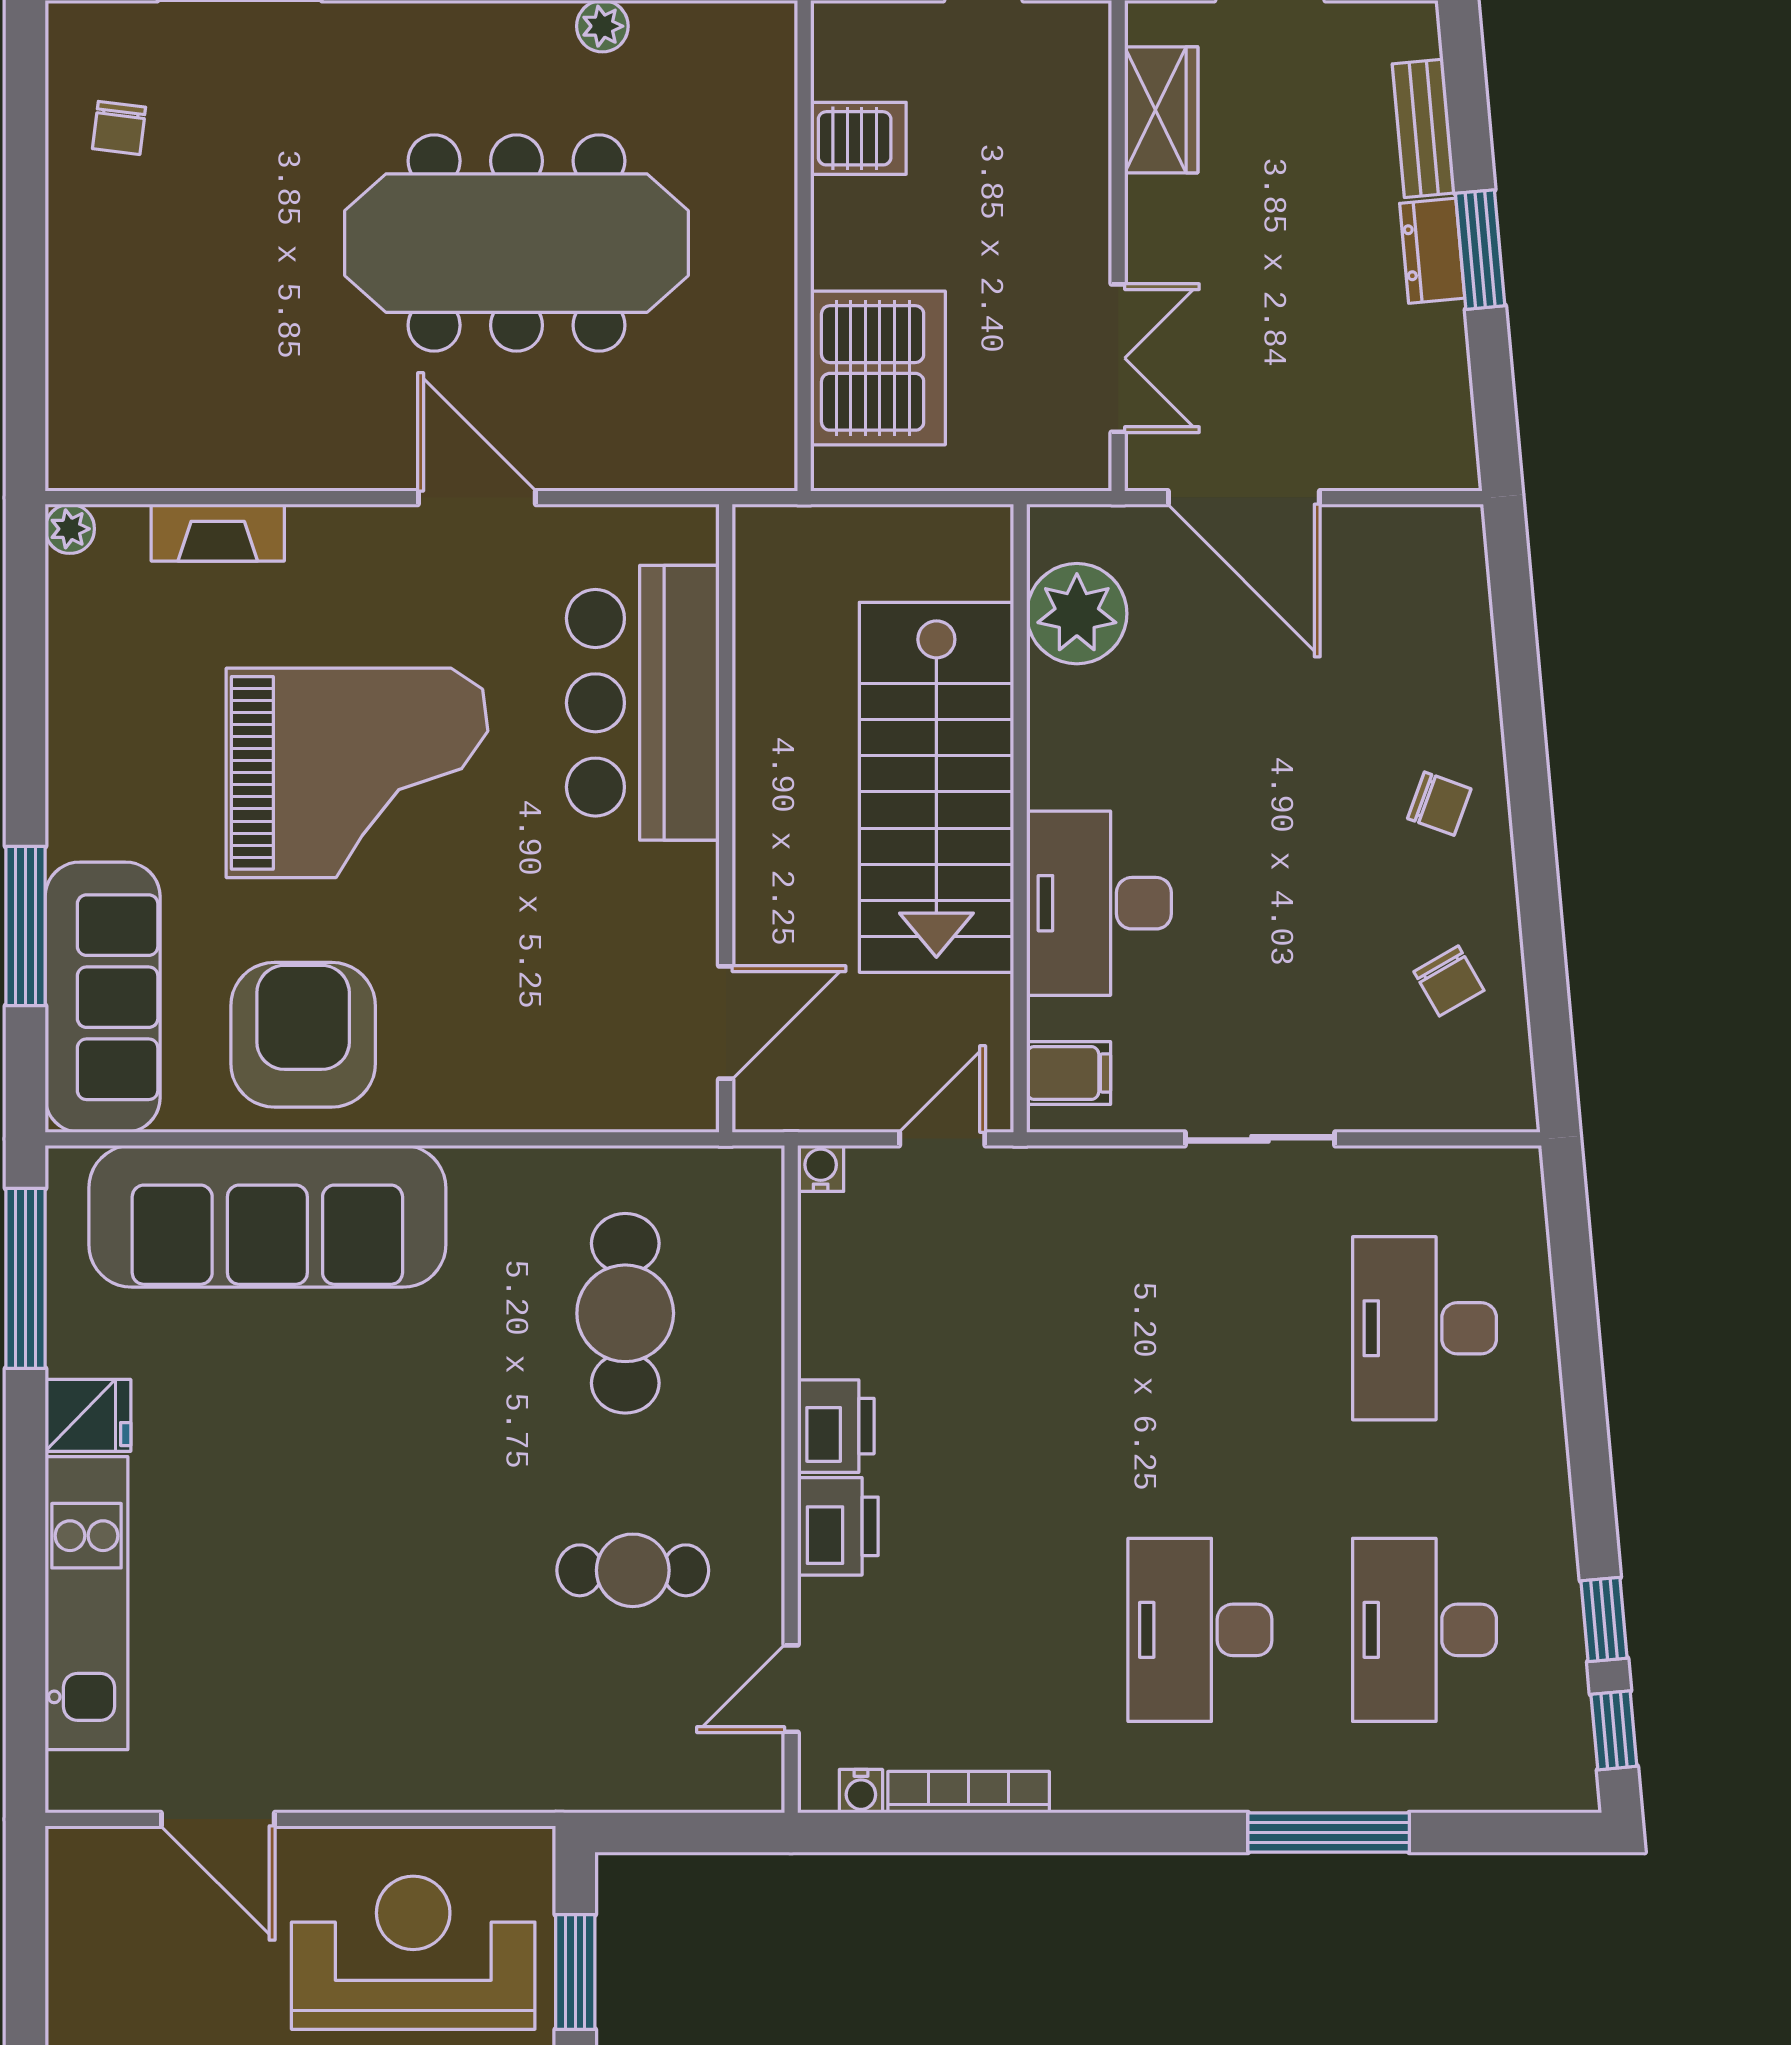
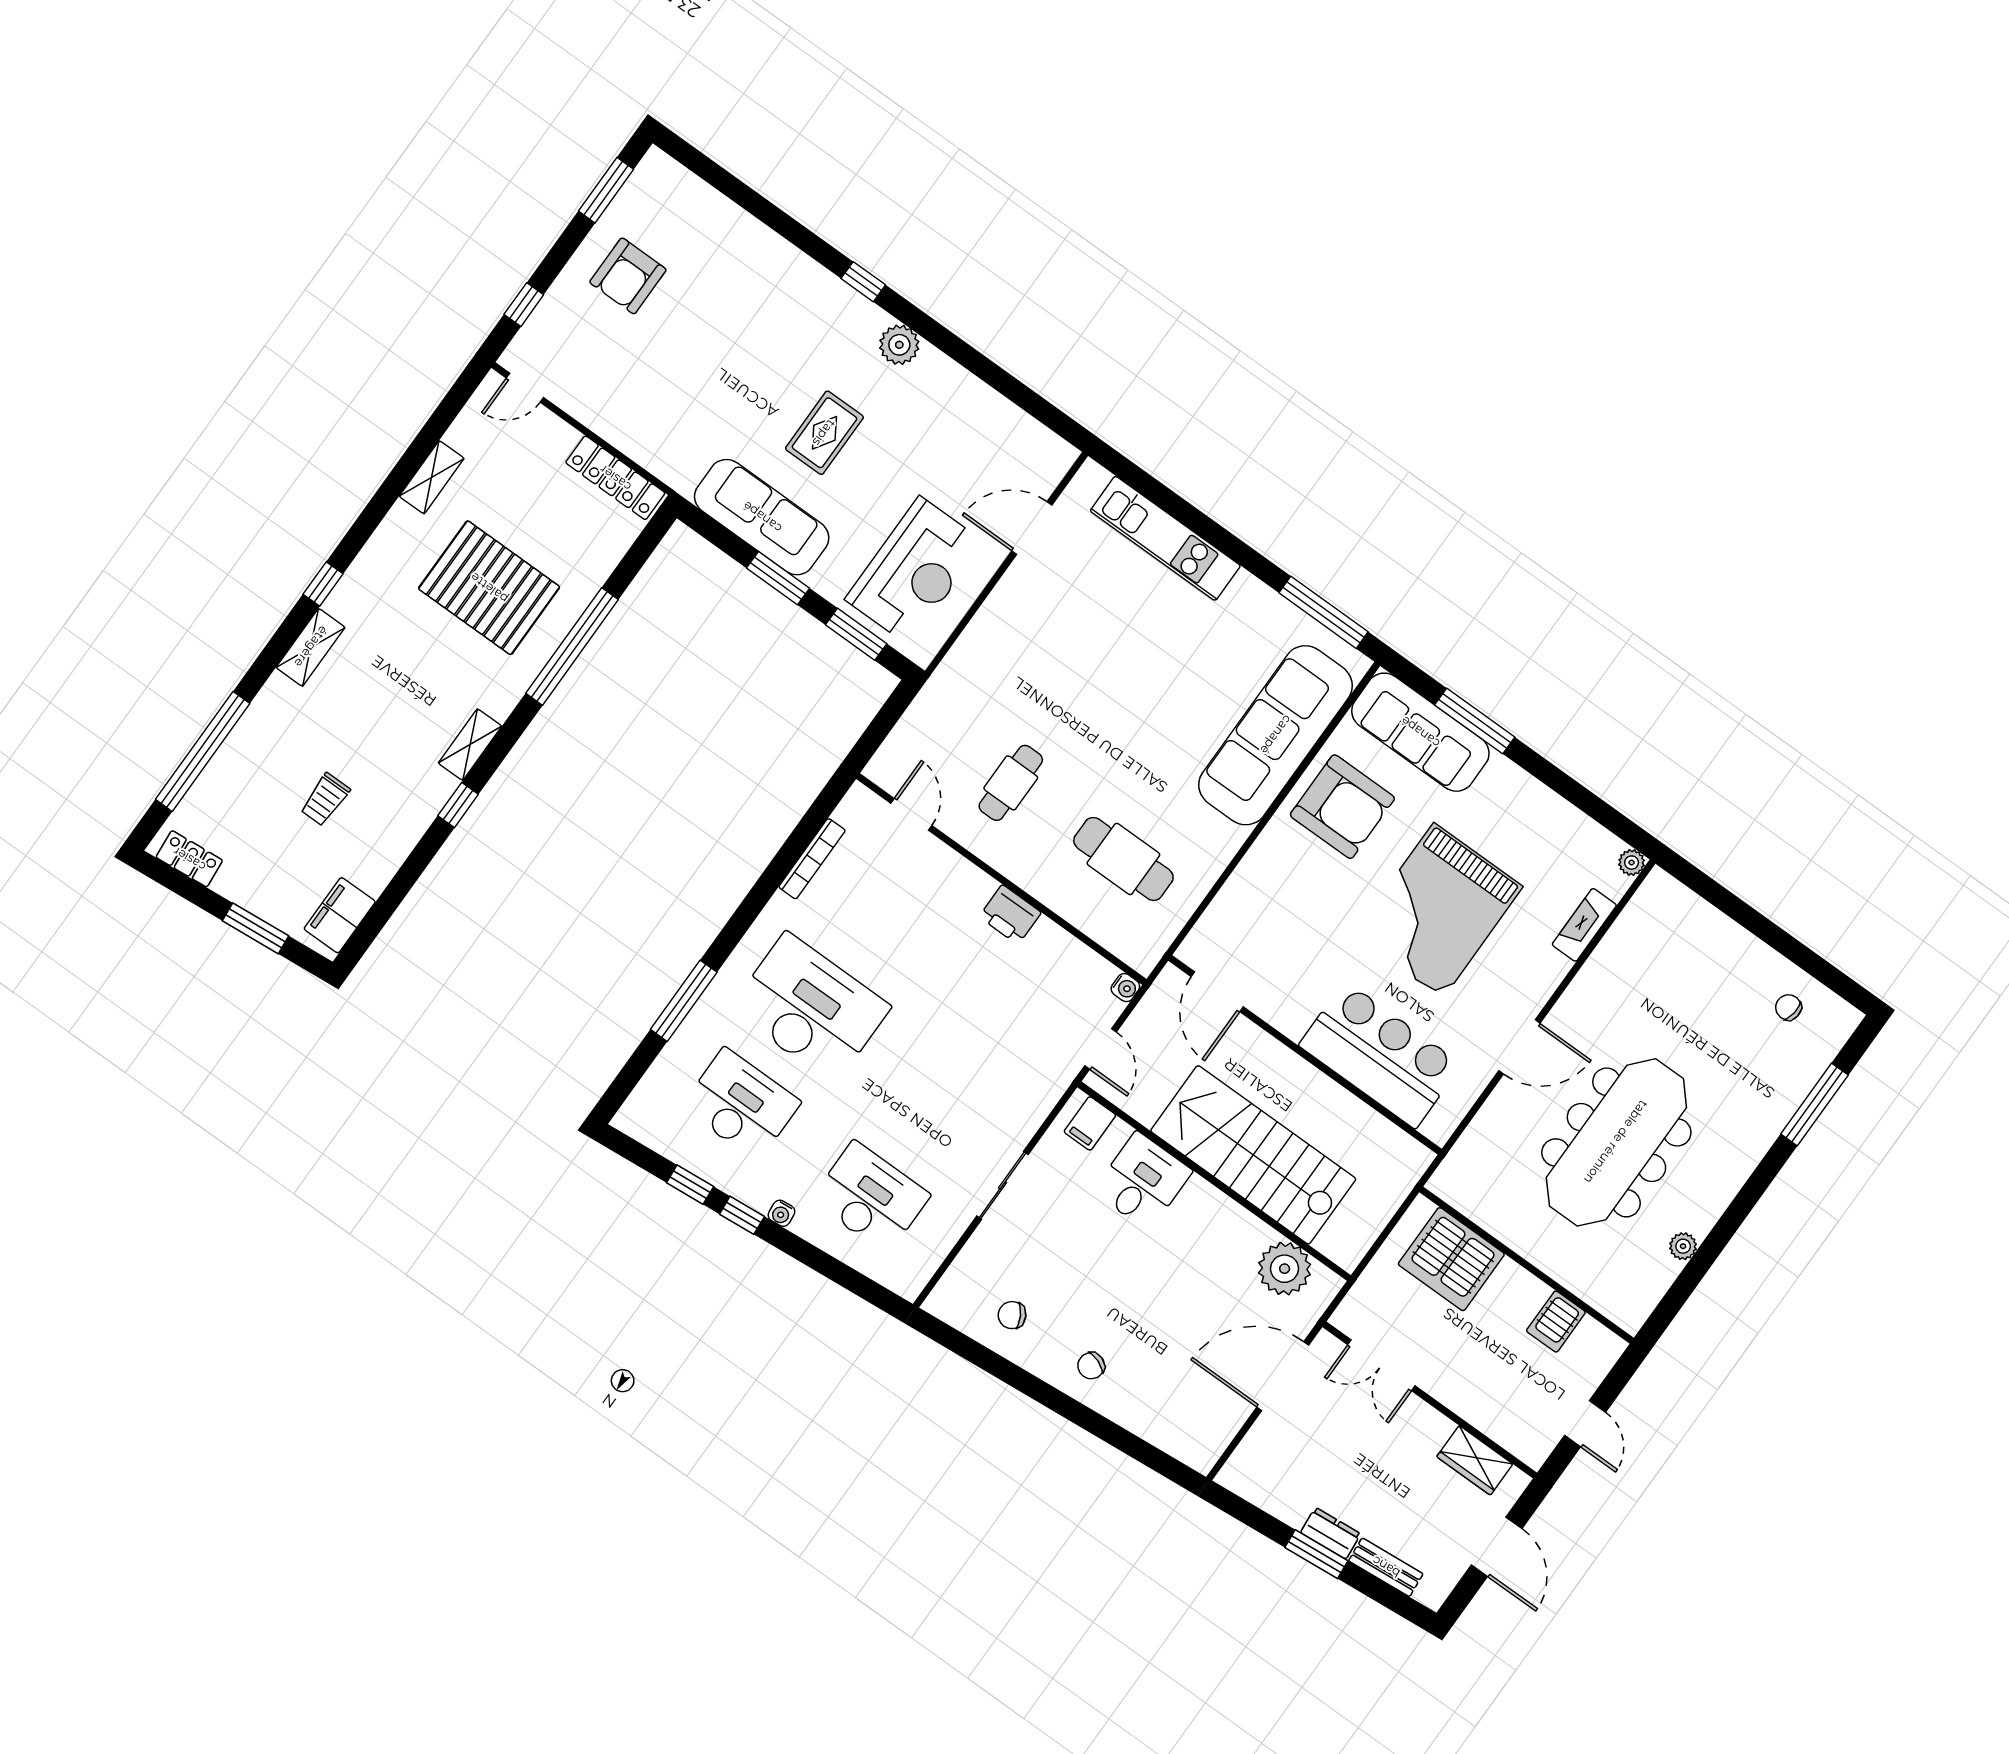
desk: (1099, 903) -> (1143, 1181), width x0.73
fridge: (88, 1415) -> (1245, 597), removed
printer: (838, 1526) -> (966, 885), removed
desk: (1200, 1630) -> (810, 1008), width x1.36, depth x1.30
window: (1614, 1730) -> (742, 1215), moved
water cooler: (861, 1791) -> (781, 1213), moved, turned -95

